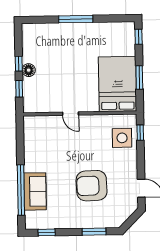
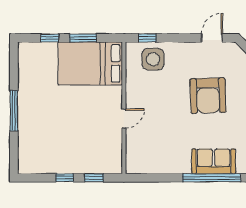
window: (139, 37) -> (50, 38), moved
floor lamp: (29, 70) -> (72, 166), removed

